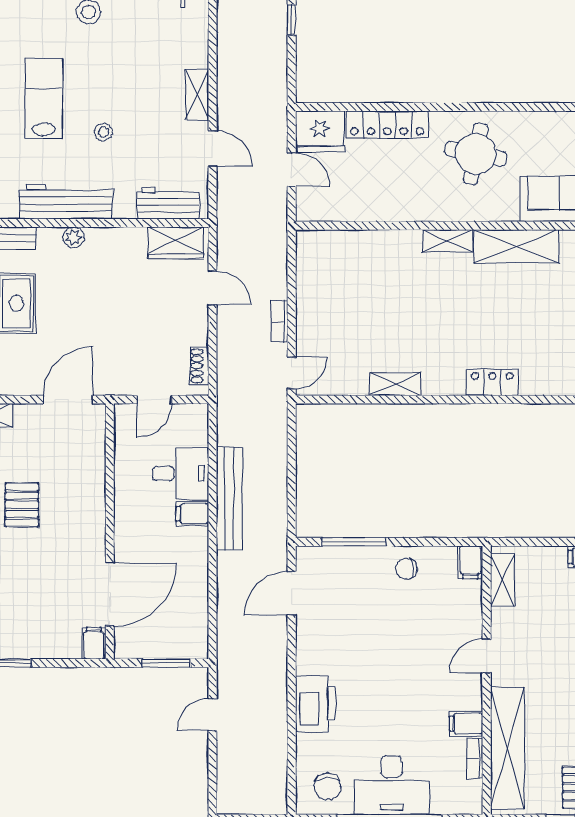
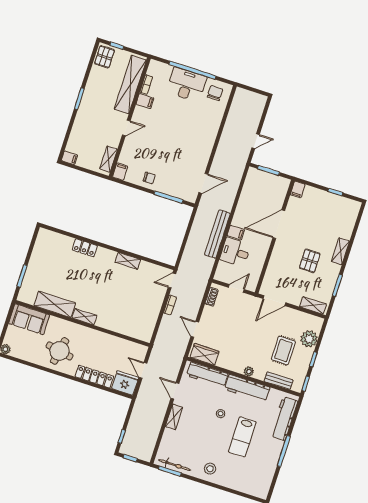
workbench: (168, 203) -> (207, 375), width x1.38
door: (110, 594) -> (279, 224), moved
printer: (316, 704) -> (208, 131), removed

